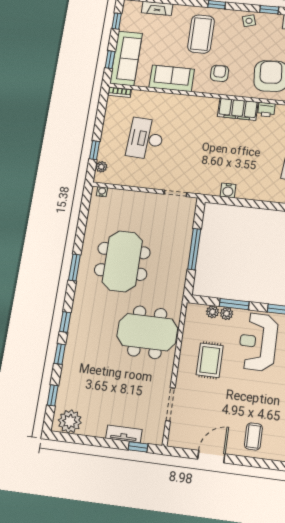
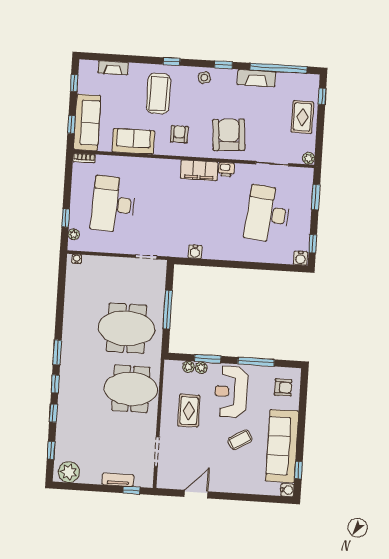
desk: (145, 139) -> (113, 204), width x1.36, depth x1.30
meeting table: (122, 261) -> (127, 328), moved, turned 90
window: (74, 267) -> (57, 352), moved
coffee table: (253, 436) -> (240, 440), moved, turned 59

